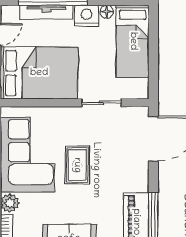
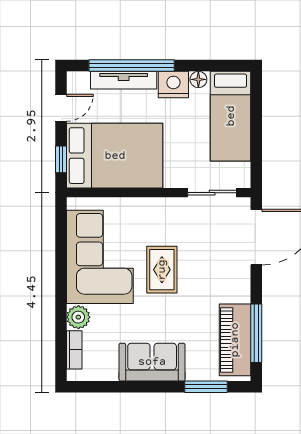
sliding door: (101, 103) -> (212, 193), moved

